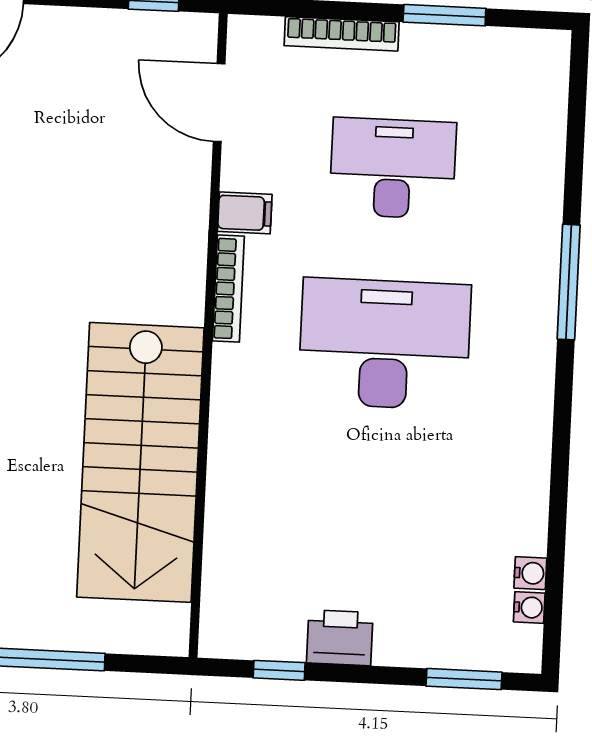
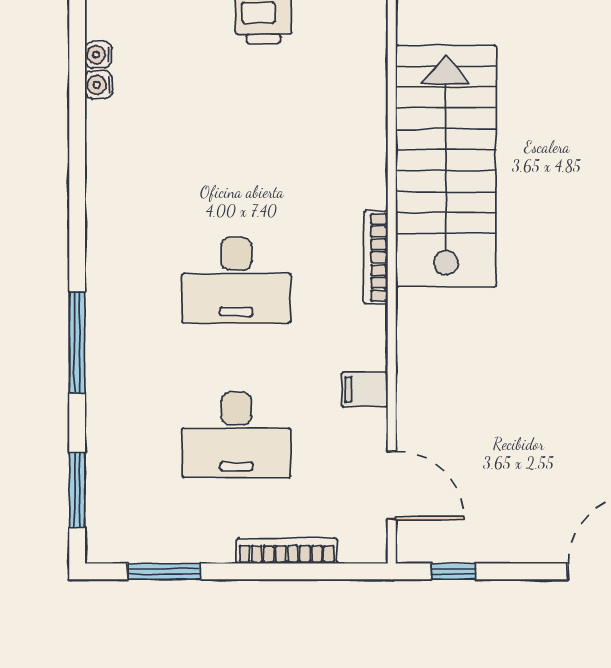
window: (444, 15) -> (164, 571), moved
window: (577, 114) -> (77, 490), added
bookcase: (228, 289) -> (376, 257), moved
desk: (385, 344) -> (236, 280), width x0.73, depth x0.77

